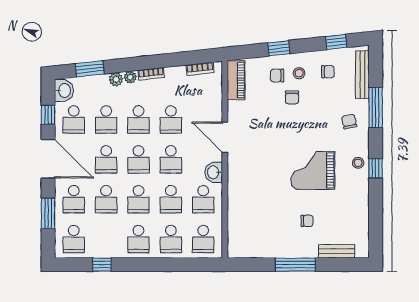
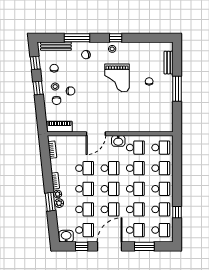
window: (279, 48) -> (38, 88), moved
window: (90, 69) -> (50, 202), moved
school desk: (106, 239) -> (161, 209), added

